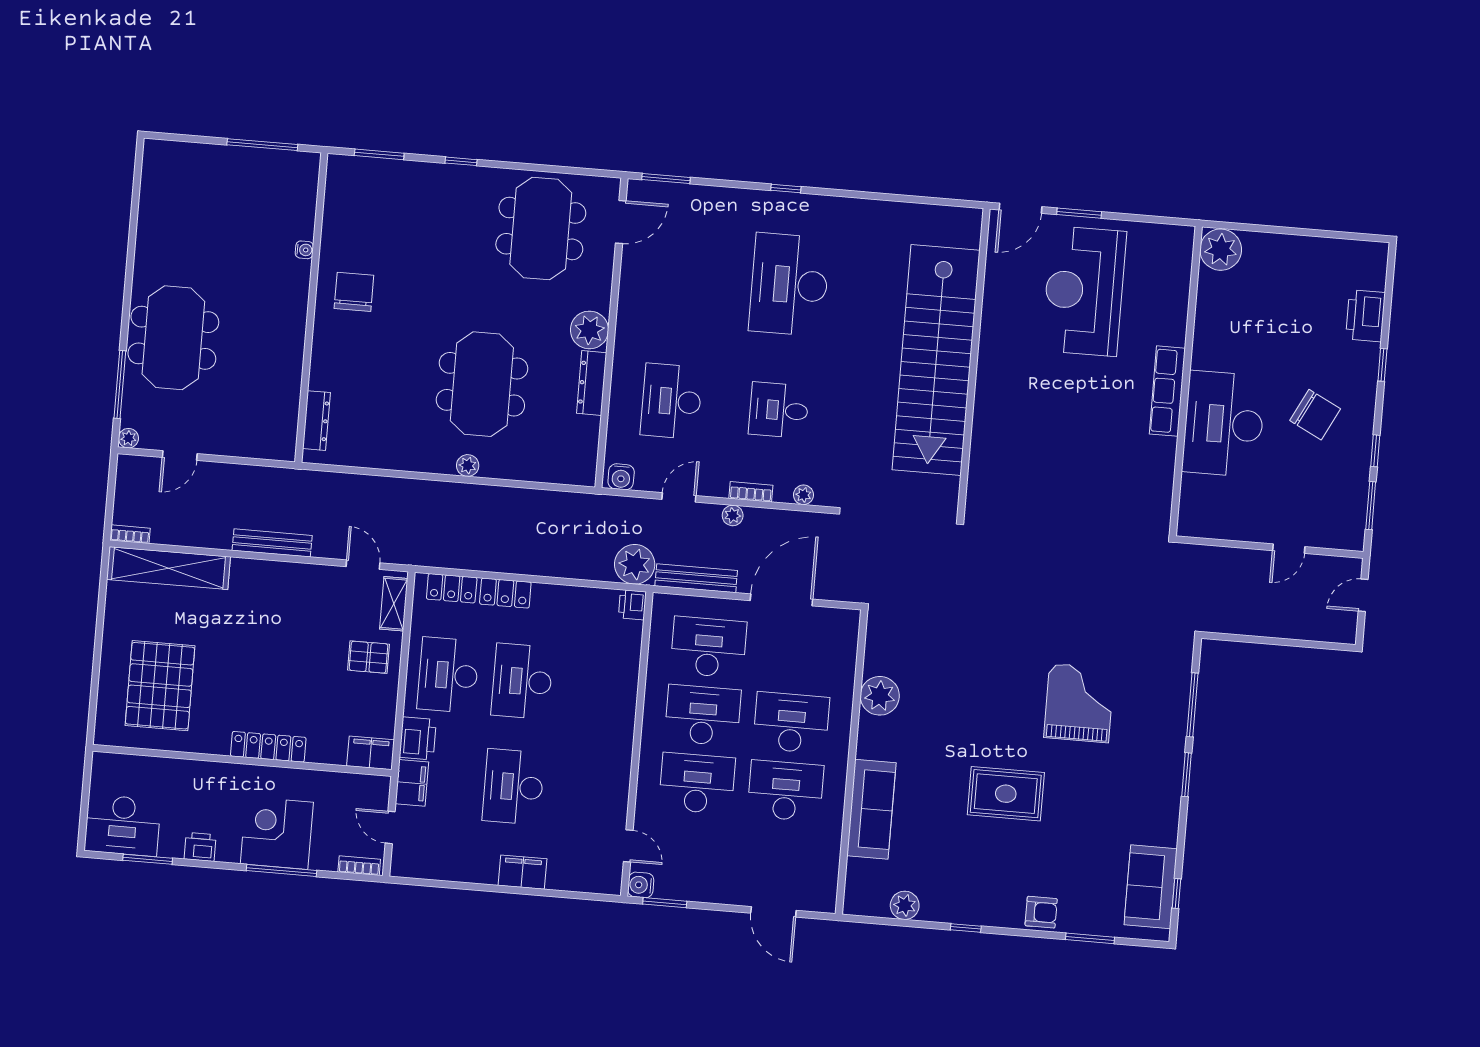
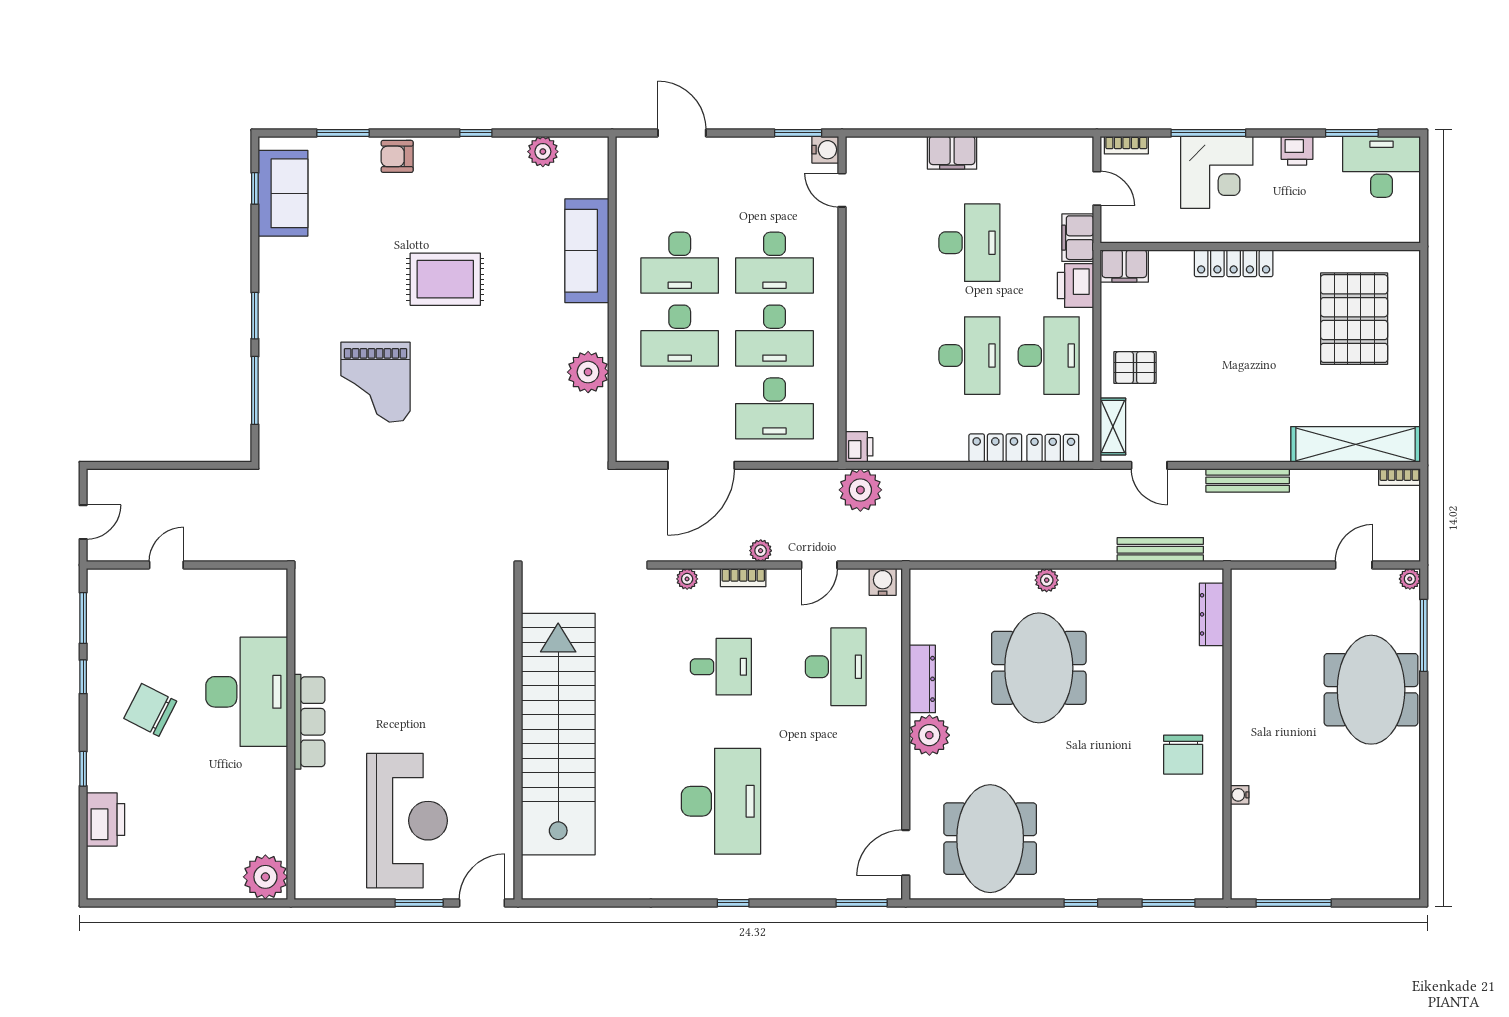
bench: (696, 578) -> (1160, 550), moved

